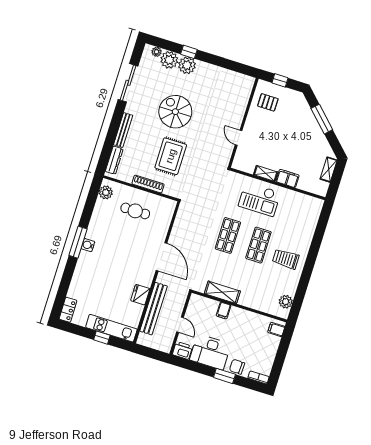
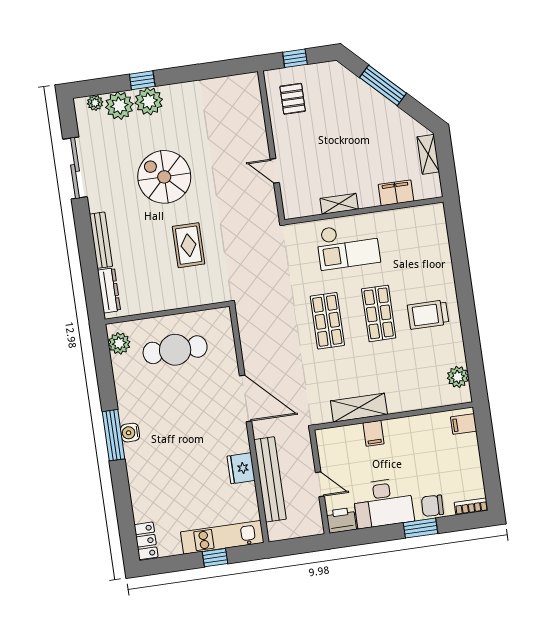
pallet: (268, 102) -> (293, 99), turned 90
rug: (171, 156) -> (189, 245), width x0.73, depth x0.70
filing cabinet: (287, 178) -> (396, 193), moved
shoe rack: (148, 184) -> (175, 302), removed
cafe table: (135, 211) -> (175, 350), width x1.37, depth x1.35

